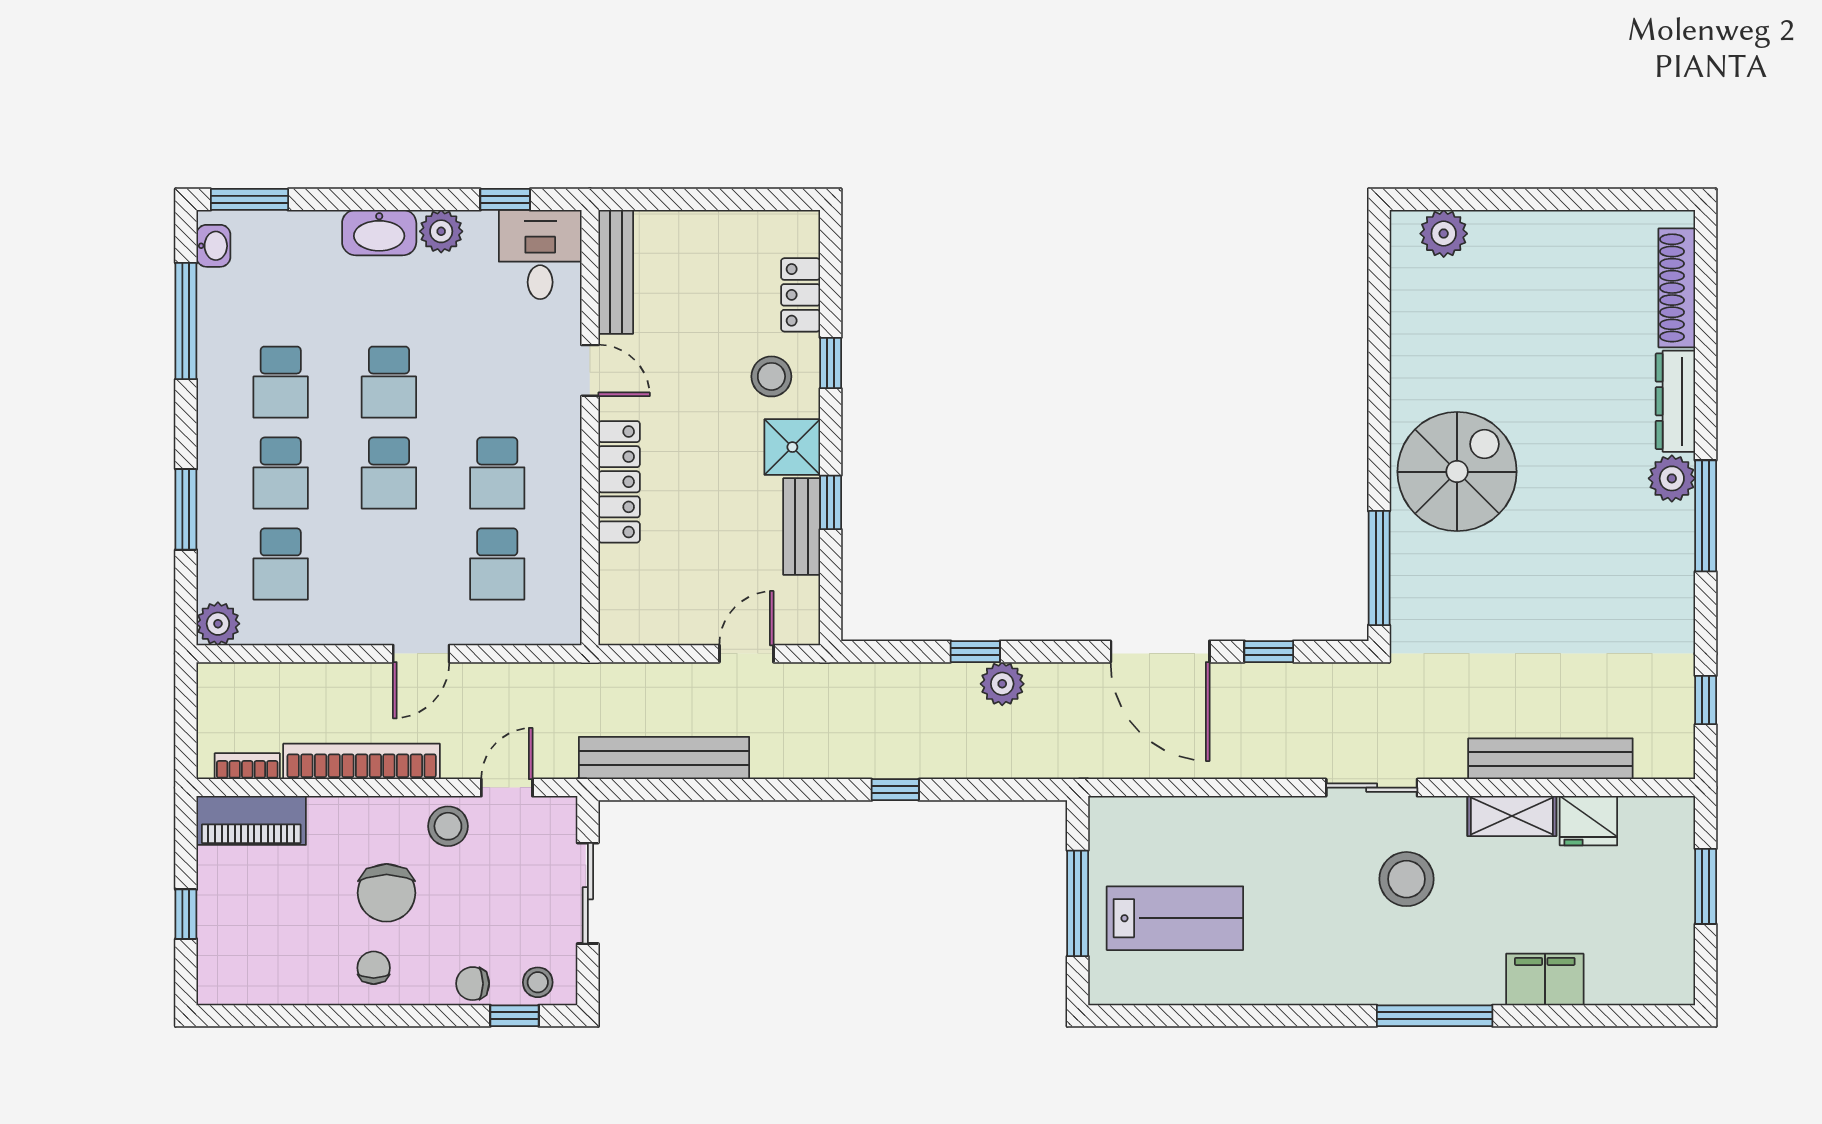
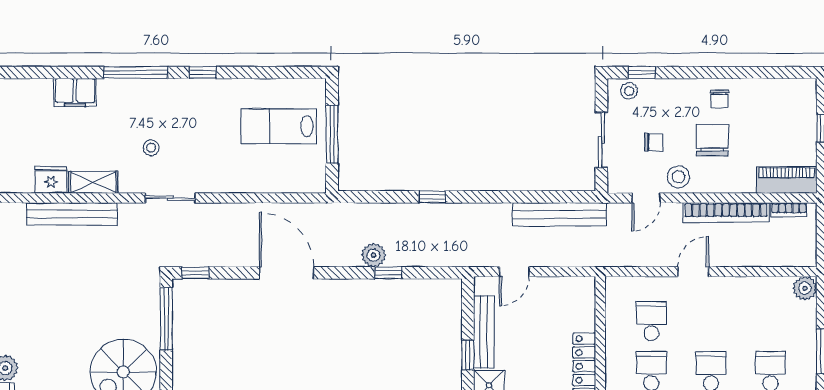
bench: (802, 527) -> (484, 332), width x1.36
school desk: (281, 564) -> (770, 321), removed
window: (1269, 652) -> (195, 273), moved
stool: (1406, 879) -> (151, 148), width x0.53, depth x0.53
chair: (473, 984) -> (654, 142), moved
window: (1312, 1016) -> (203, 73), added

